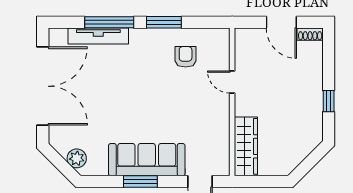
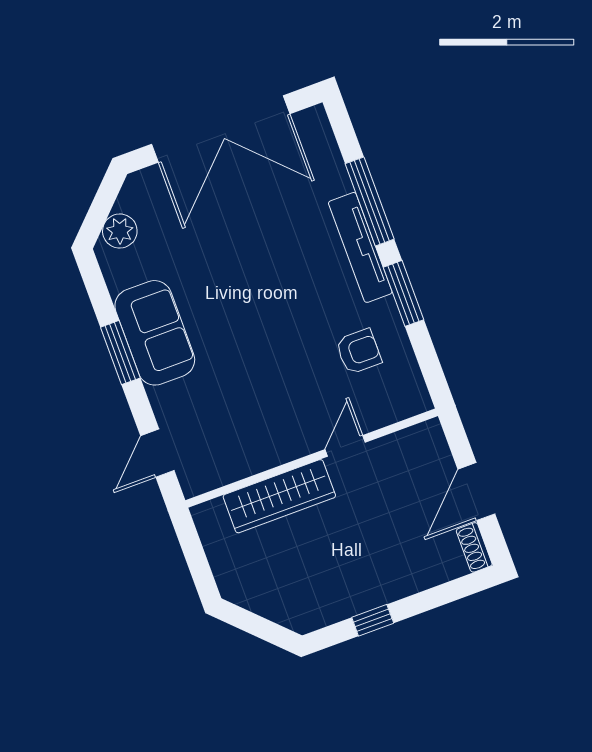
tv unit: (98, 36) -> (360, 247), moved
wardrobe: (246, 146) -> (279, 496), moved
sofa: (147, 160) -> (155, 333), width x0.73

